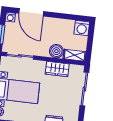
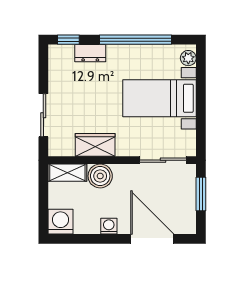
washing machine: (10, 17) -> (109, 226), moved
sliding door: (84, 89) -> (43, 115), width x0.73

